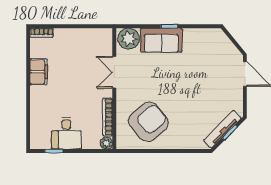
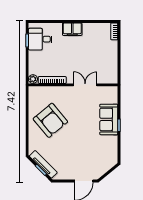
plant: (129, 39) -> (110, 95), removed
filing cabinet: (39, 72) -> (72, 29), moved
armchair: (148, 122) -> (50, 120), moved
desk: (66, 133) -> (40, 39), moved

